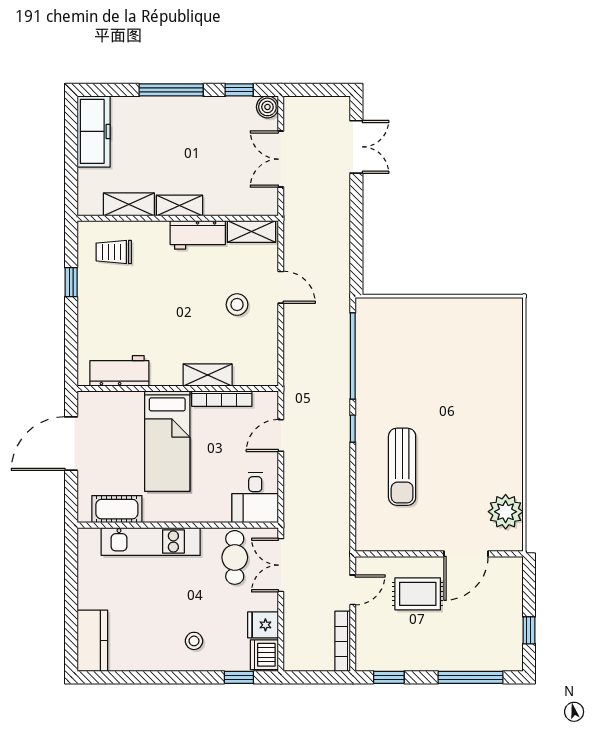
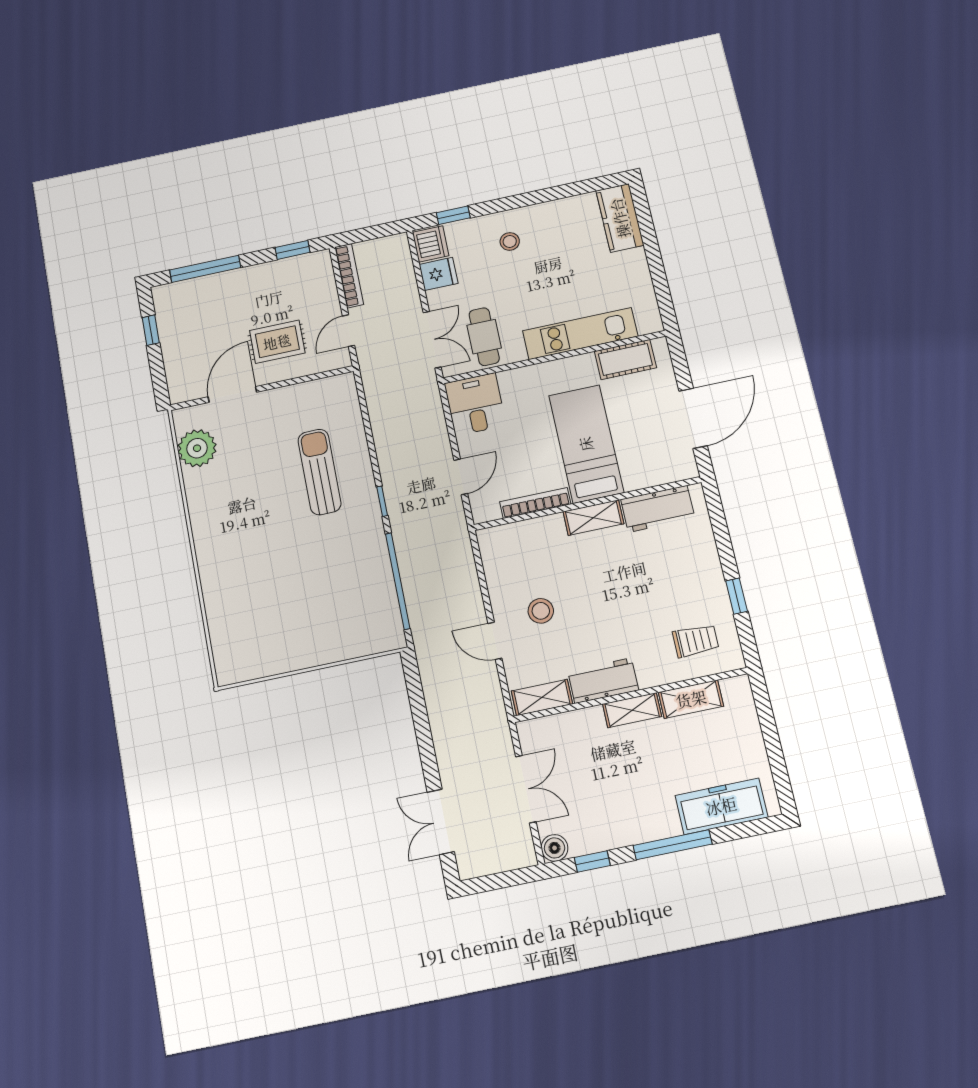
freezer: (94, 131) -> (721, 806), moved, turned 90
shelving: (208, 375) -> (593, 518), moved

